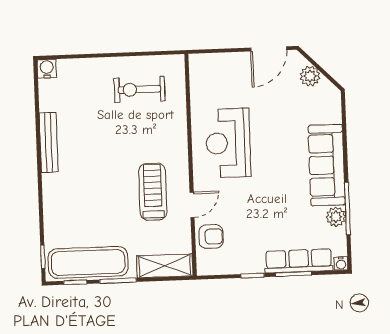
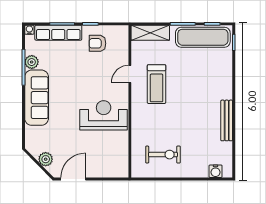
water cooler: (47, 69) -> (216, 171), moved
reception desk: (228, 143) -> (104, 115), turned -90
armchair: (211, 236) -> (97, 43), moved

